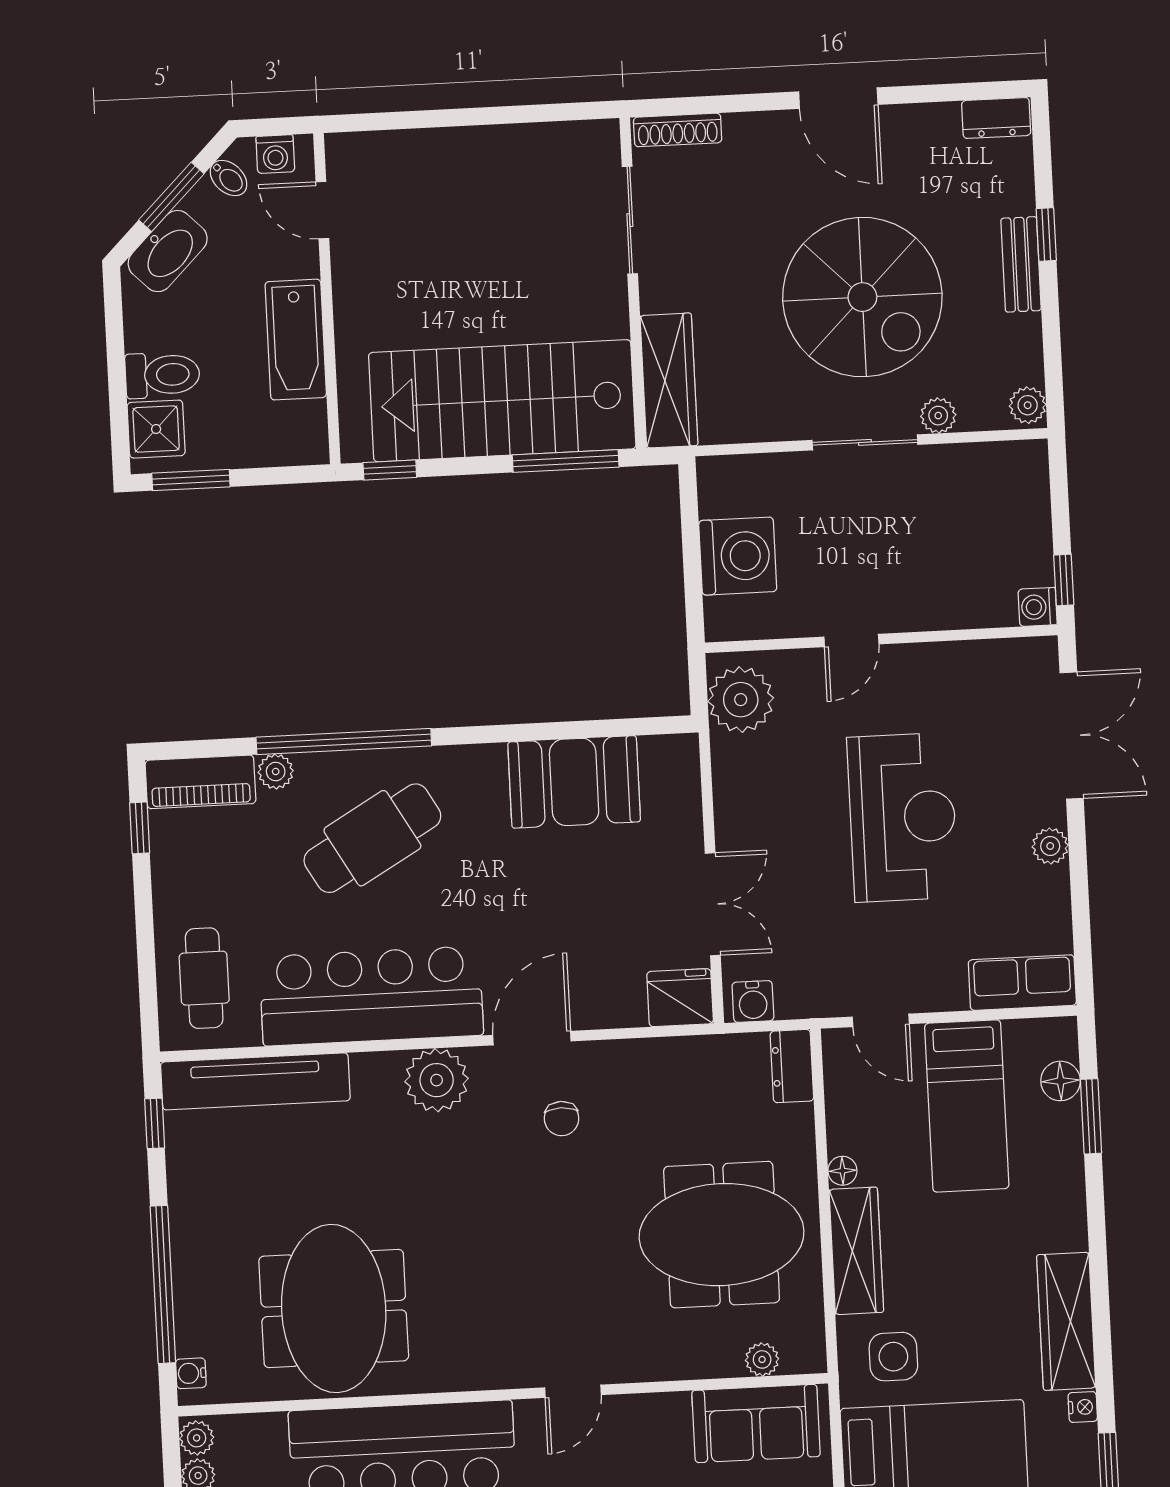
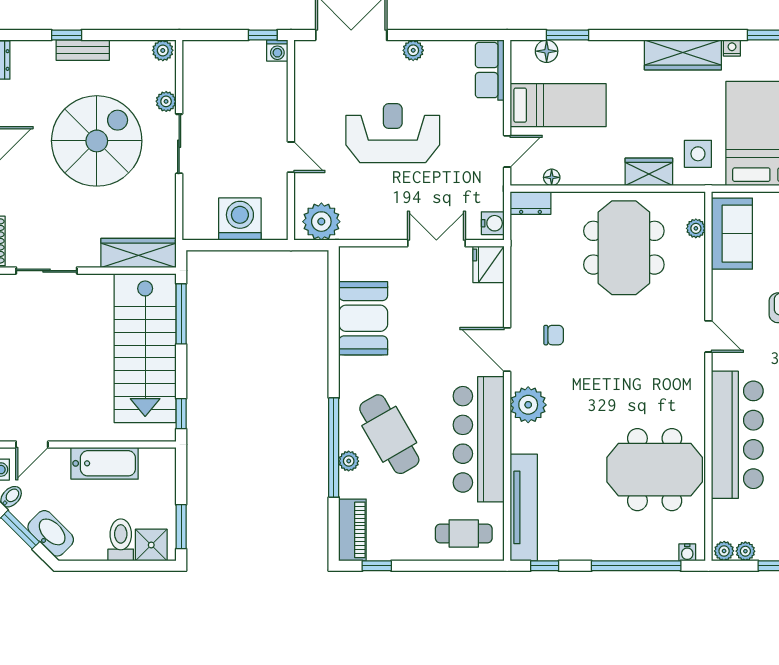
plant: (276, 772) -> (349, 461), moved
floor lamp: (842, 1171) -> (552, 177), moved
wardrobe: (856, 1251) -> (649, 172), width x0.67

